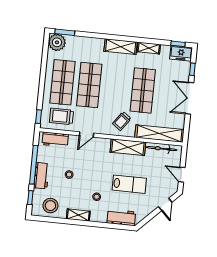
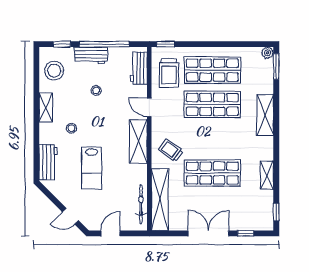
plant: (57, 42) -> (268, 53), width x0.53, depth x0.53
shelving: (121, 47) -> (265, 115), moved
freezer: (181, 53) -> (264, 217), removed
trolley: (61, 116) -> (169, 73), turned 180
shelving: (128, 147) -> (138, 142), moved

